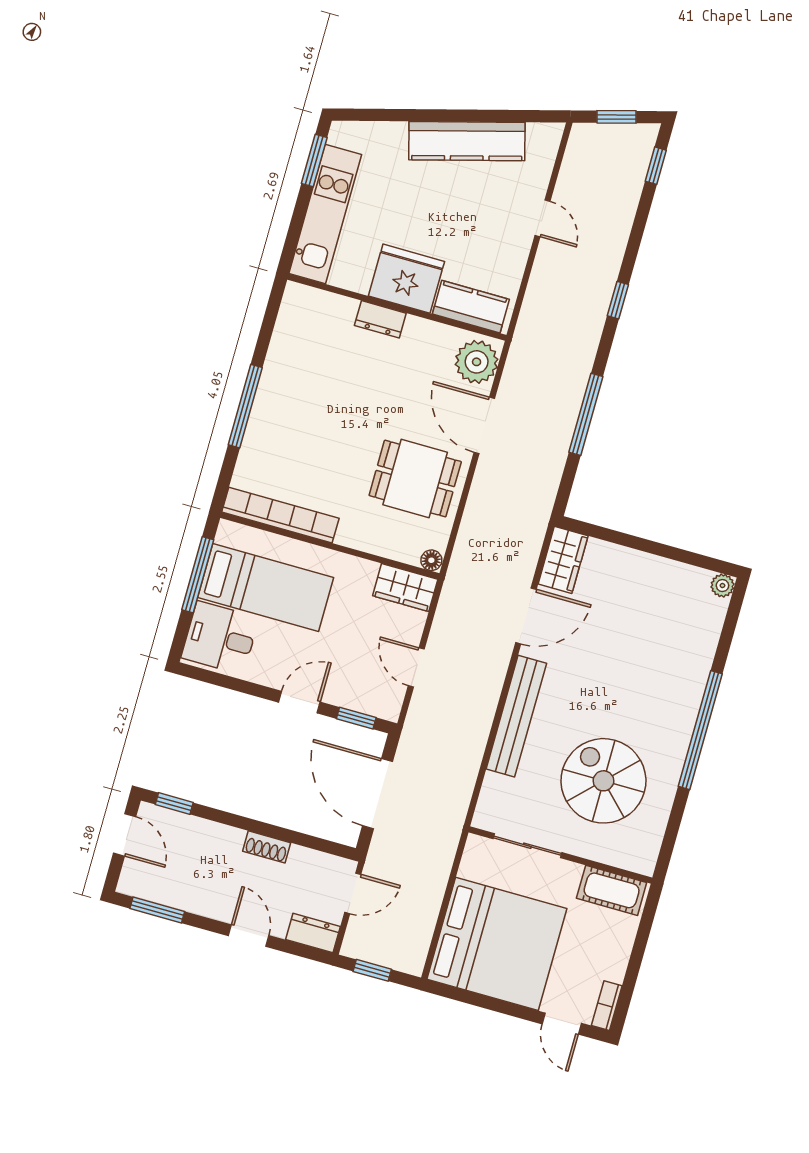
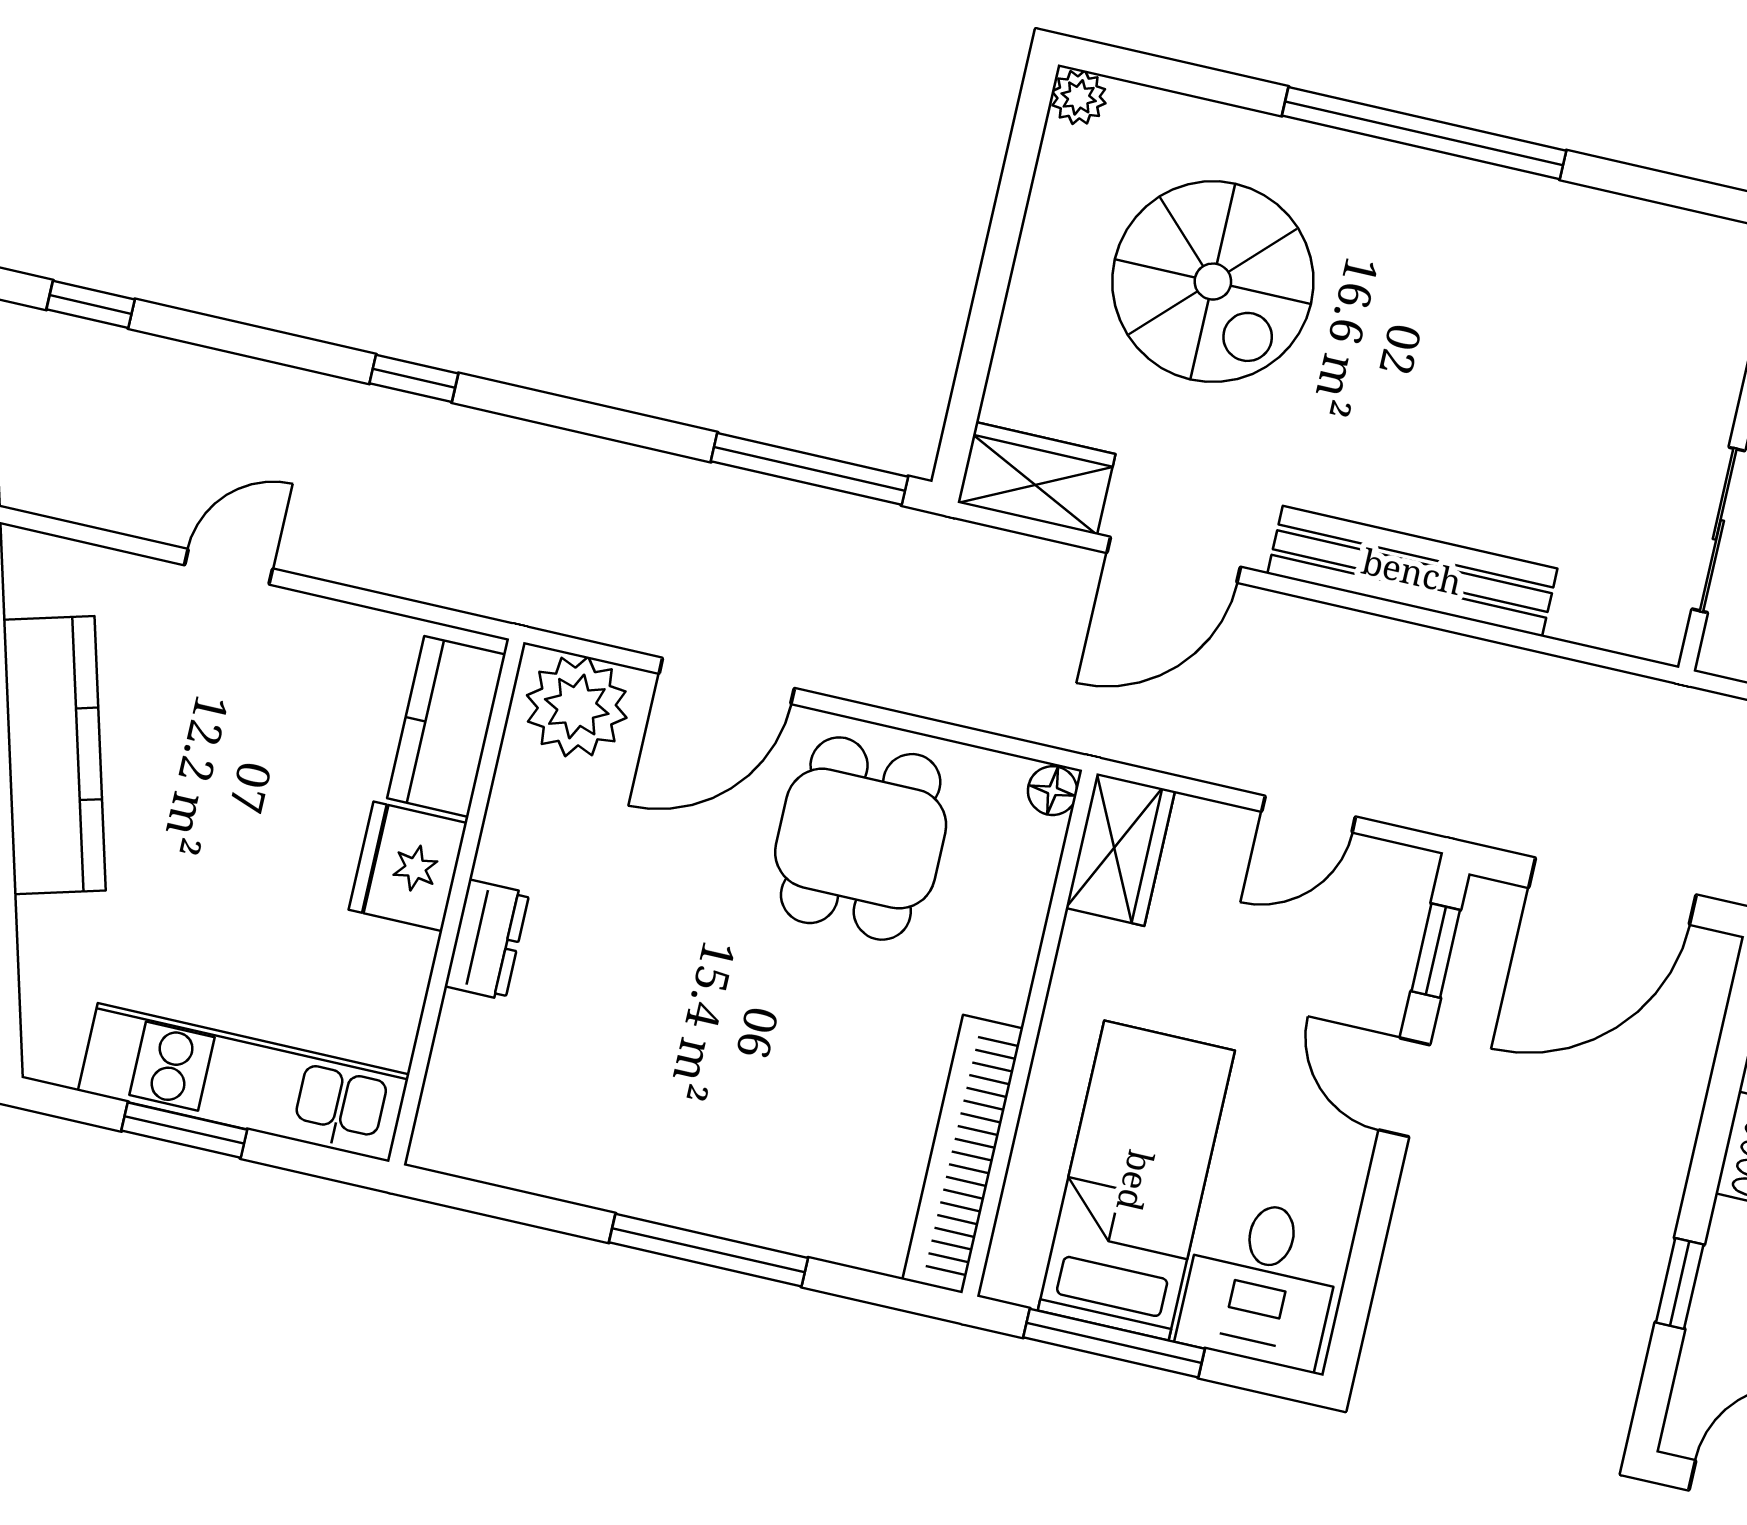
window: (314, 161) -> (184, 1130), moved
fridge: (406, 279) -> (408, 866), width x0.73, depth x0.75
window: (586, 414) -> (809, 469), moved
door: (526, 616) -> (1174, 560), swing flipped
spiral stairs: (603, 781) -> (1213, 282), moved, turned -90
window: (174, 804) -> (1680, 1284), moved

